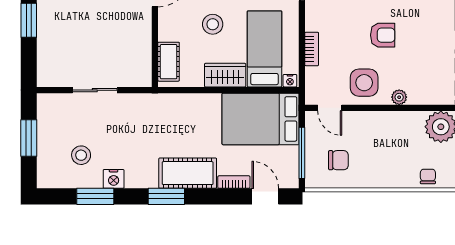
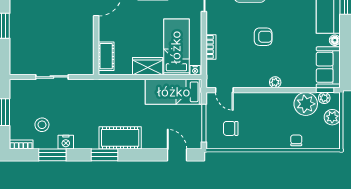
stool: (213, 24) -> (138, 29), removed
side table: (364, 83) -> (249, 72), removed
bed: (261, 119) -> (174, 92), width x0.67
chair: (338, 160) -> (231, 128), turned 180
bookcase: (234, 182) -> (21, 144), moved

